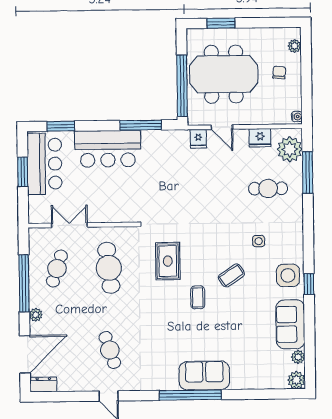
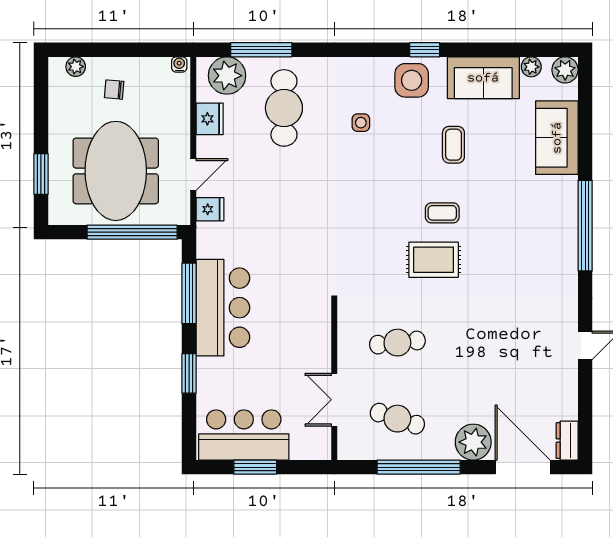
window: (61, 126) -> (189, 373), moved
bar counter: (108, 149) -> (223, 308), moved
cafe table: (268, 188) -> (284, 108), width x1.37, depth x1.35
rug: (168, 261) -> (434, 260), moved
cafe table: (109, 268) -> (397, 343), width x0.73, depth x0.74
coffee table: (231, 276) -> (453, 145), moved, turned 34
plant: (36, 315) -> (473, 442), width x1.87, depth x1.87
cafe table: (110, 350) -> (518, 343), removed
sofa: (204, 376) -> (557, 138), moved

